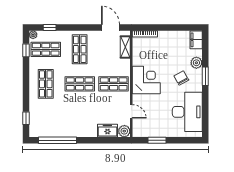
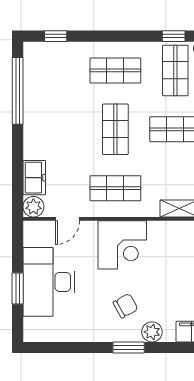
shop shelf: (114, 84) -> (115, 188), turned 90
desk: (187, 112) -> (49, 282), moved, turned 90
window: (157, 140) -> (18, 288), moved

